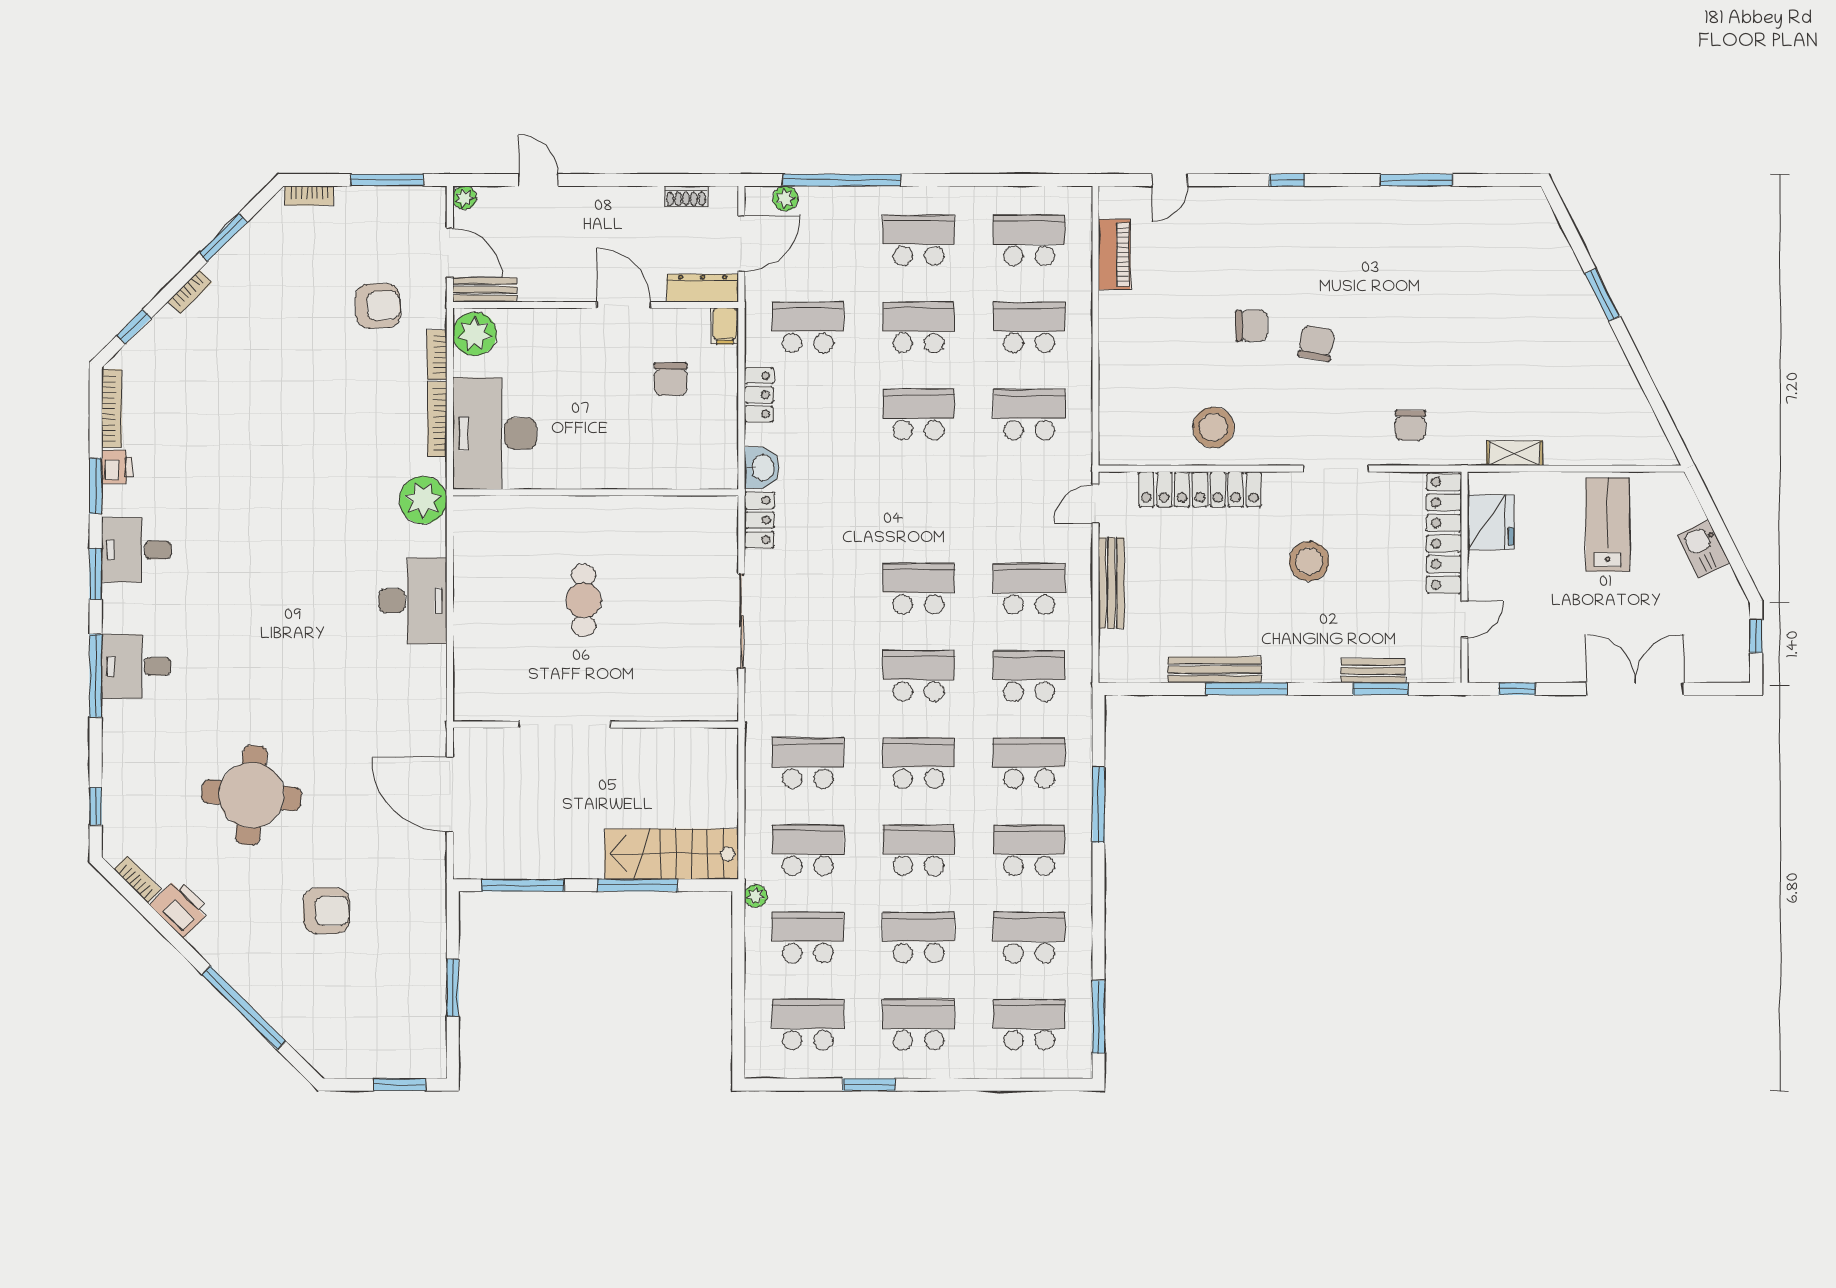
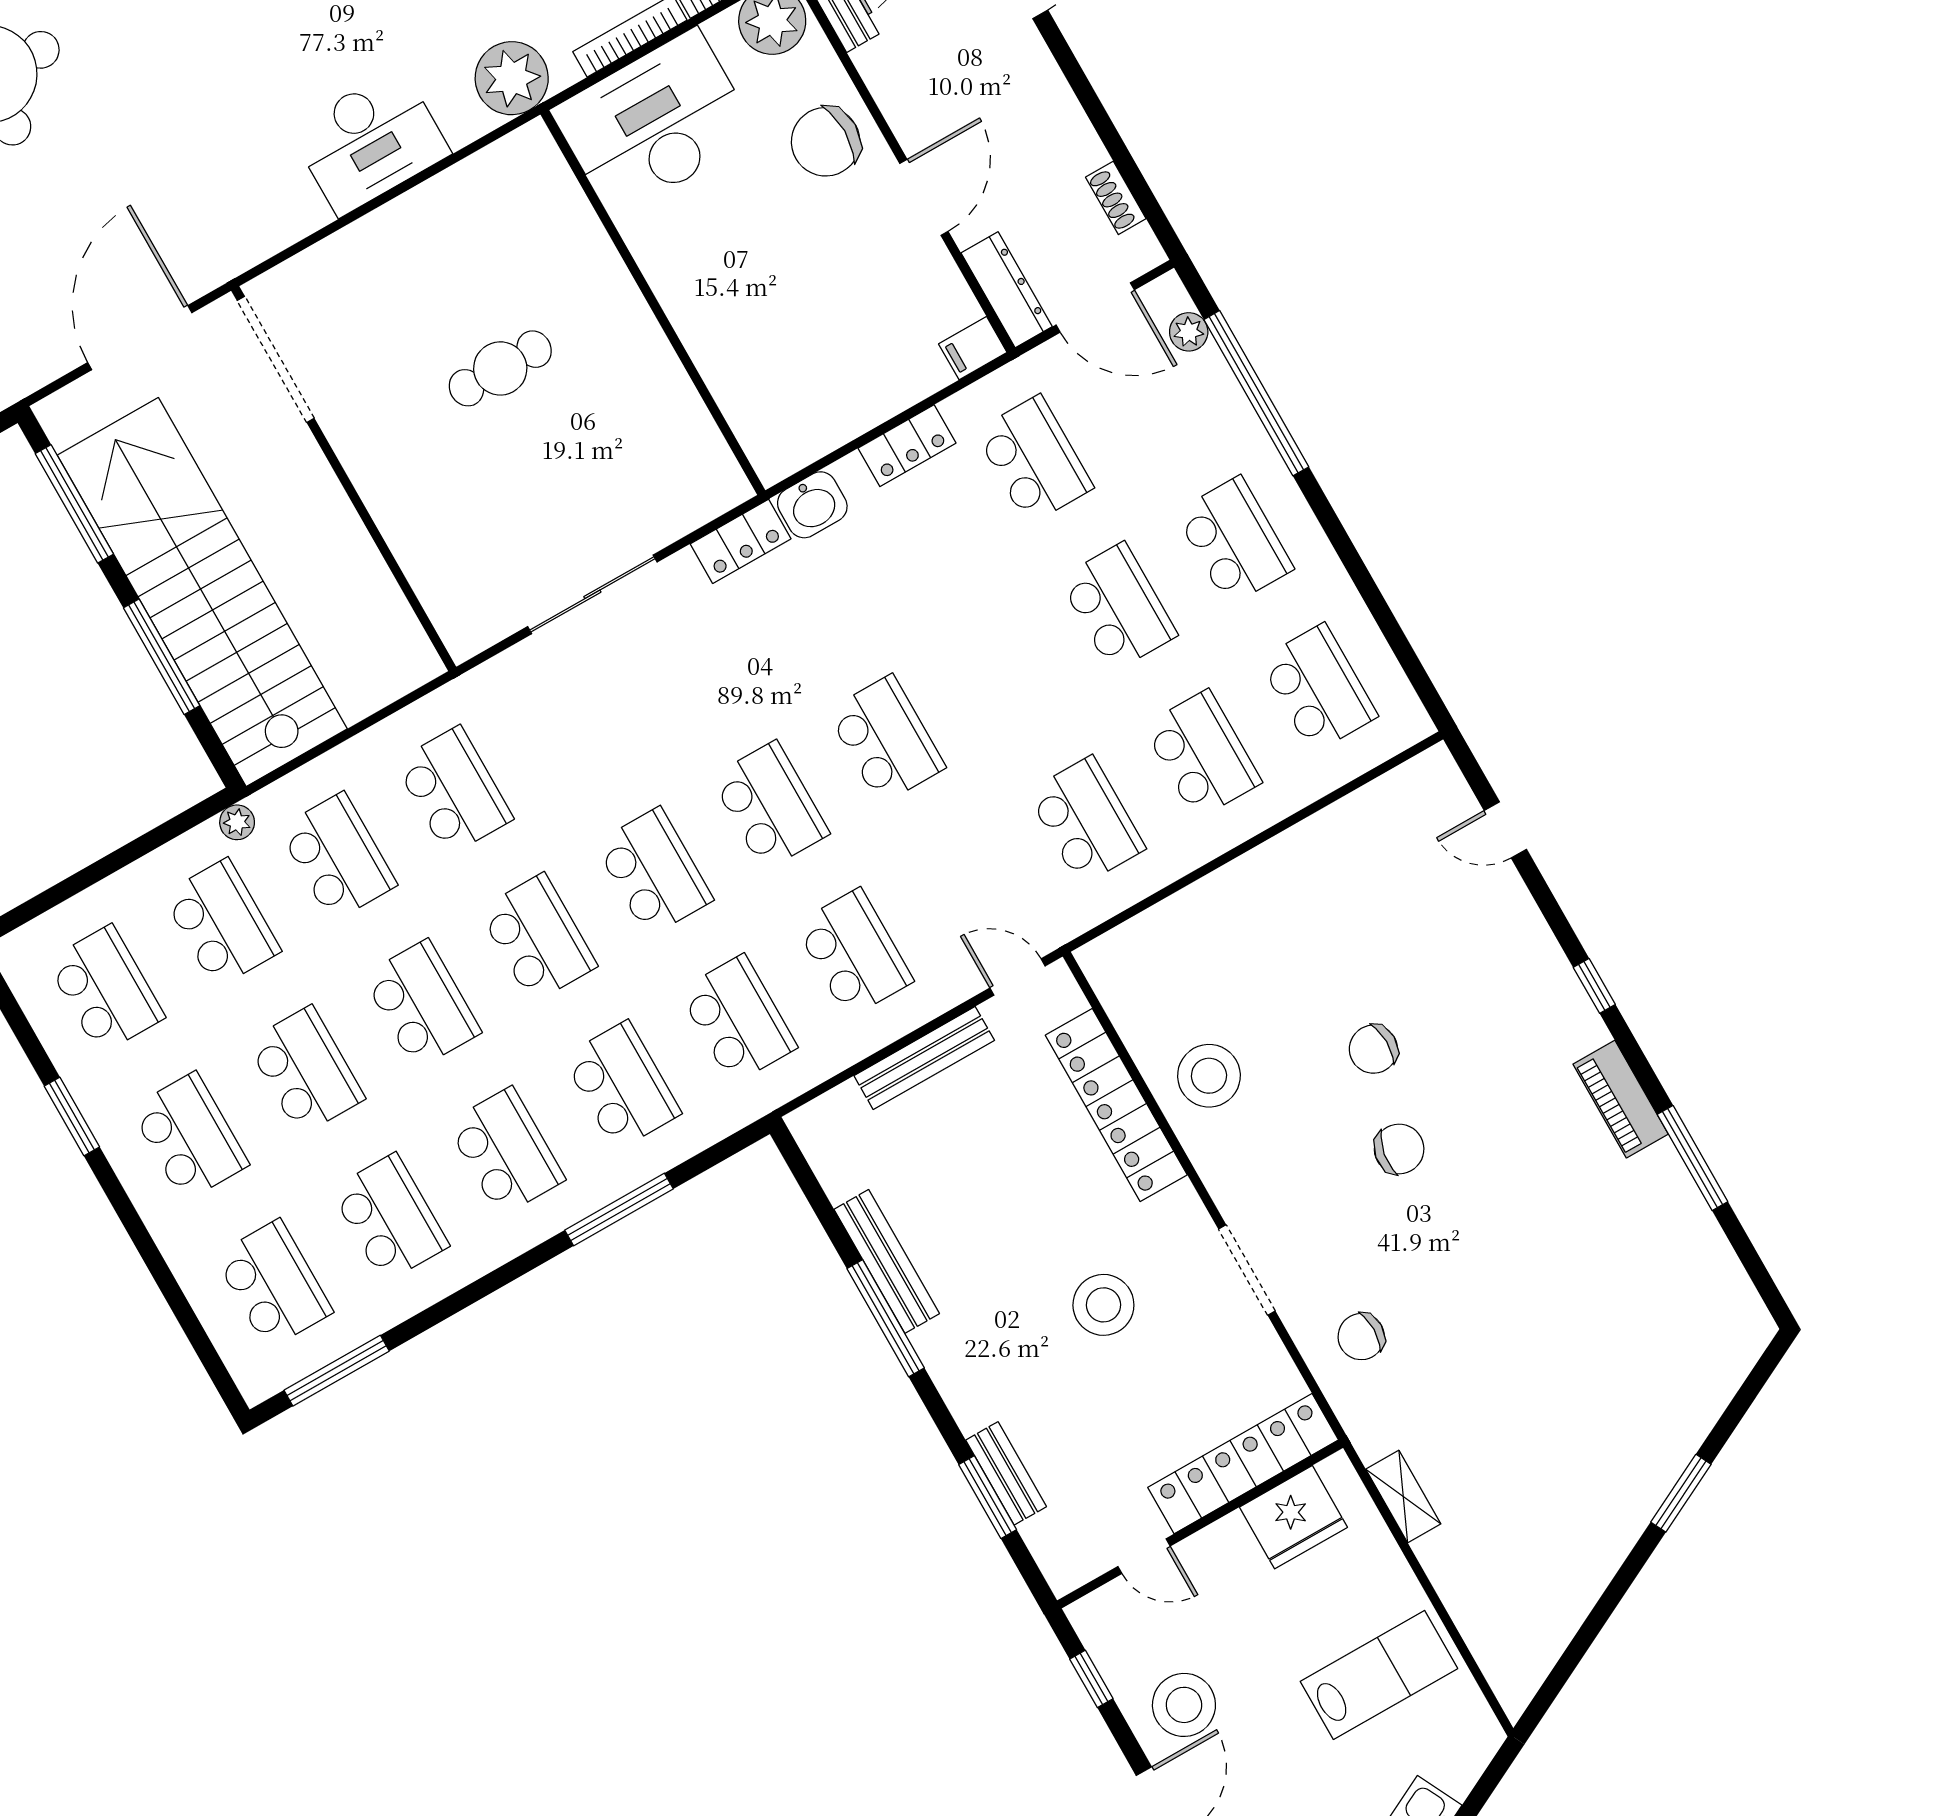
piano: (1114, 255) -> (1621, 1099), moved, turned 90
chair: (1251, 326) -> (1373, 1049), turned 90
chair: (671, 379) -> (826, 142), moved, width x1.37, depth x1.37
school desk: (918, 414) -> (886, 739), moved
stool: (1562, 645) -> (1184, 1705), added
doorway: (565, 725) -> (276, 359), moved
stairs: (672, 854) -> (202, 592), width x1.86, depth x1.51

